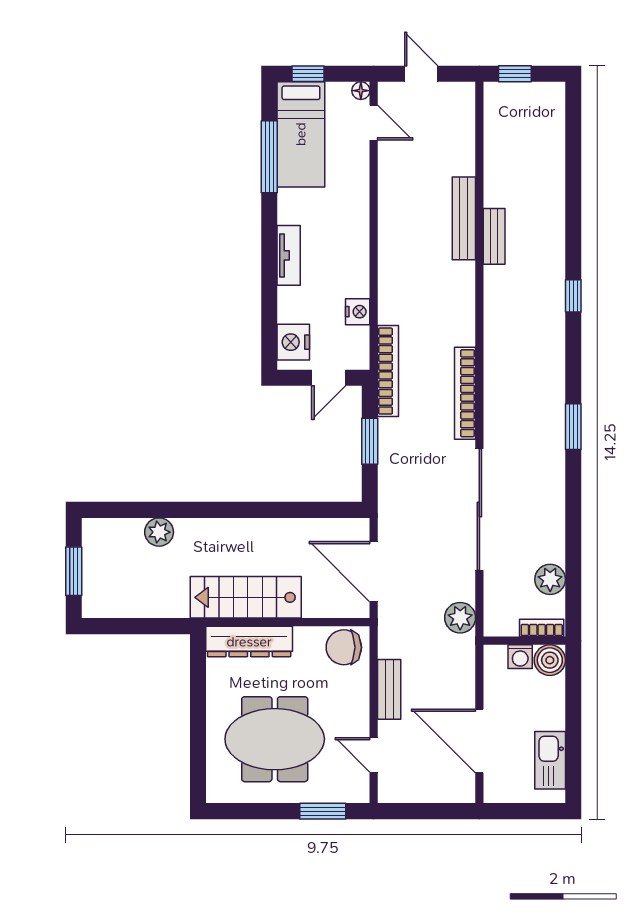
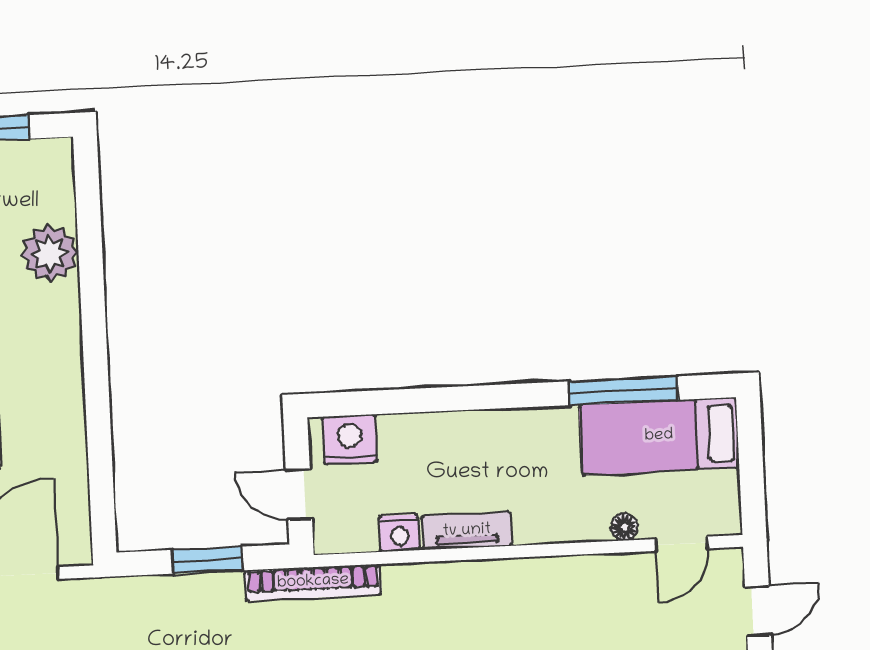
window: (308, 74) -> (750, 442), removed
floor lamp: (361, 91) -> (624, 527), moved
tv unit: (289, 255) -> (467, 531), moved, turned 180
plant: (159, 532) -> (50, 253), width x1.36, depth x1.36

